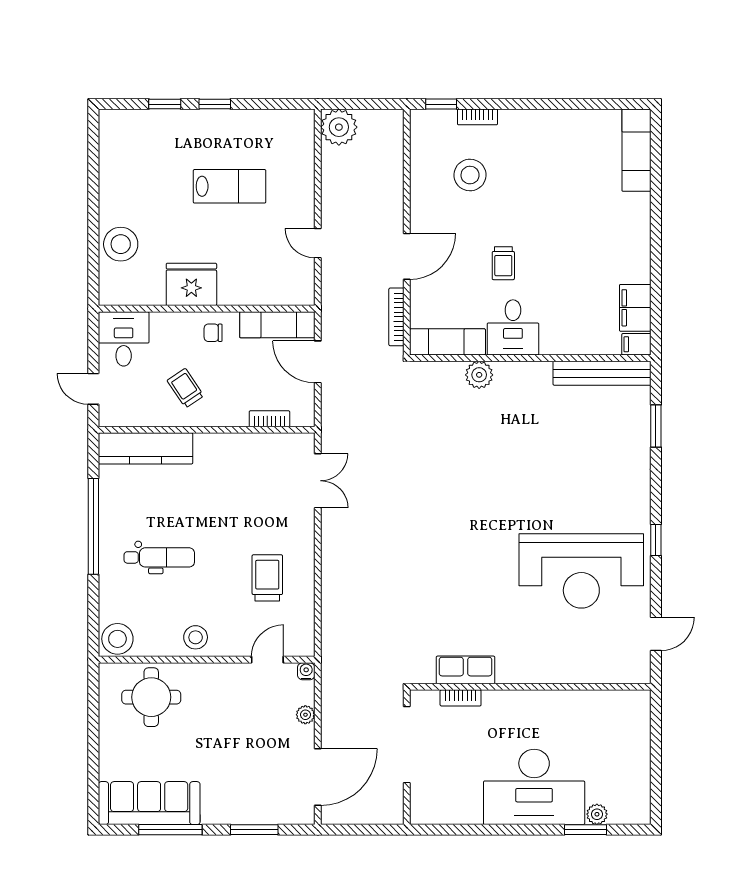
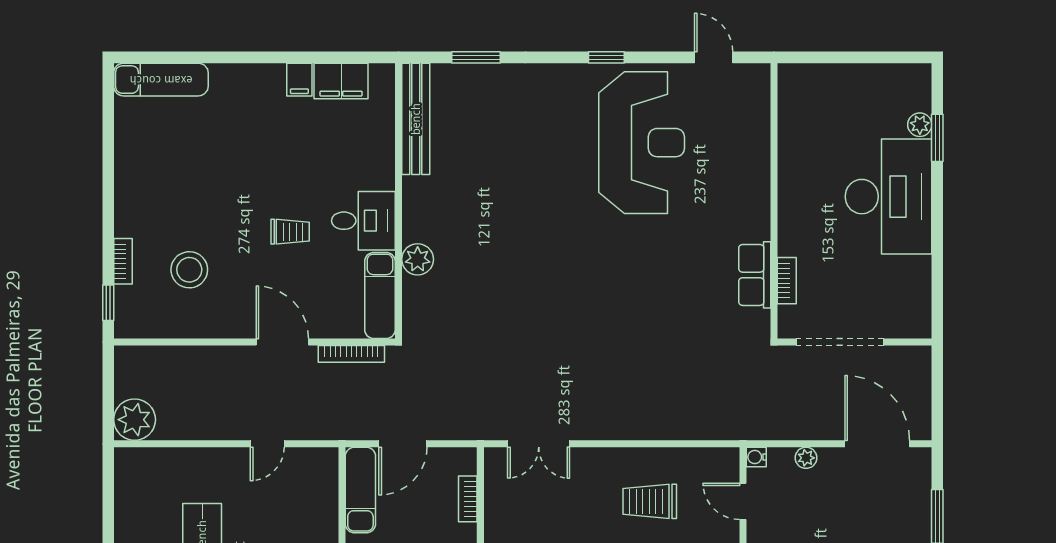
filing cabinet: (636, 344) -> (299, 80), moved
double door: (318, 481) -> (539, 444), swing flipped

